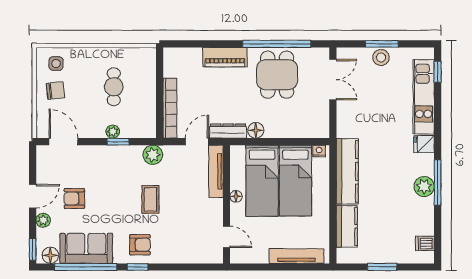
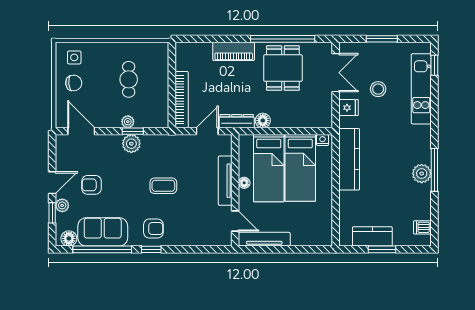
stool: (381, 58) -> (378, 89), moved
fridge: (424, 144) -> (349, 108), moved, turned 180
plant: (153, 155) -> (131, 144), moved
tv unit: (216, 171) -> (225, 181), moved
coffee table: (150, 199) -> (163, 186), turned 90
kitchen counter: (347, 226) -> (372, 236), moved, turned -90
window: (33, 249) -> (52, 213), moved
tv unit: (297, 256) -> (264, 239), moved

